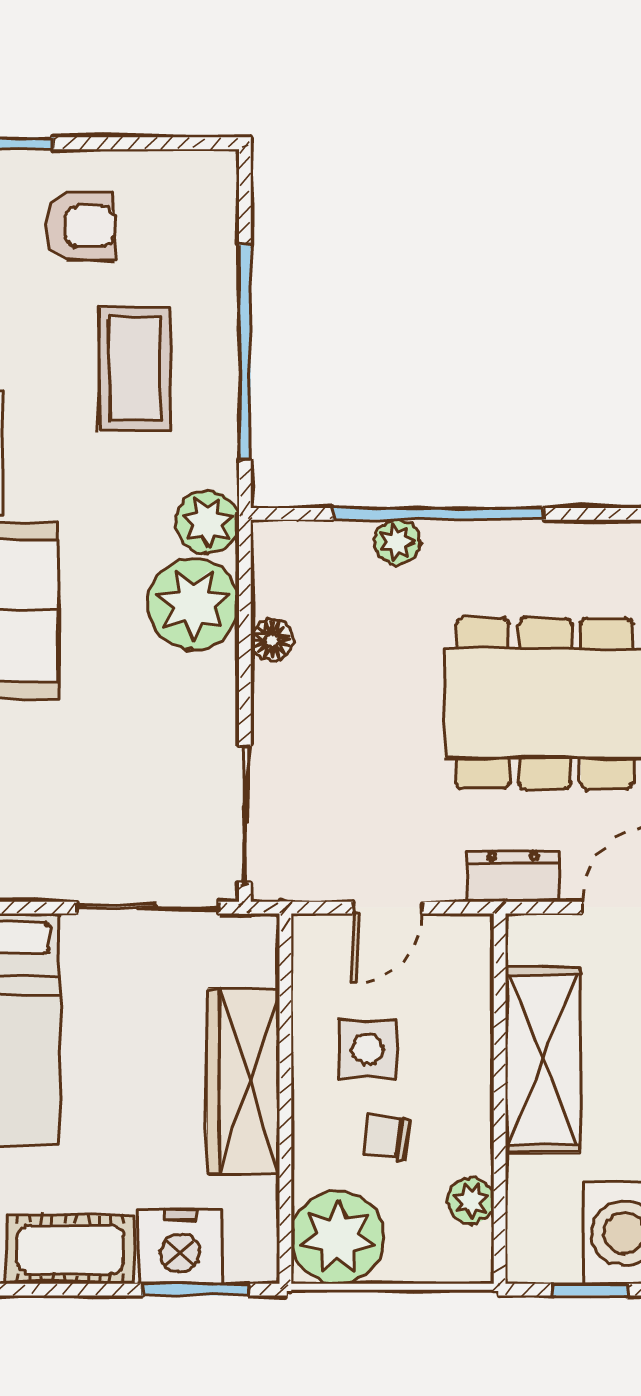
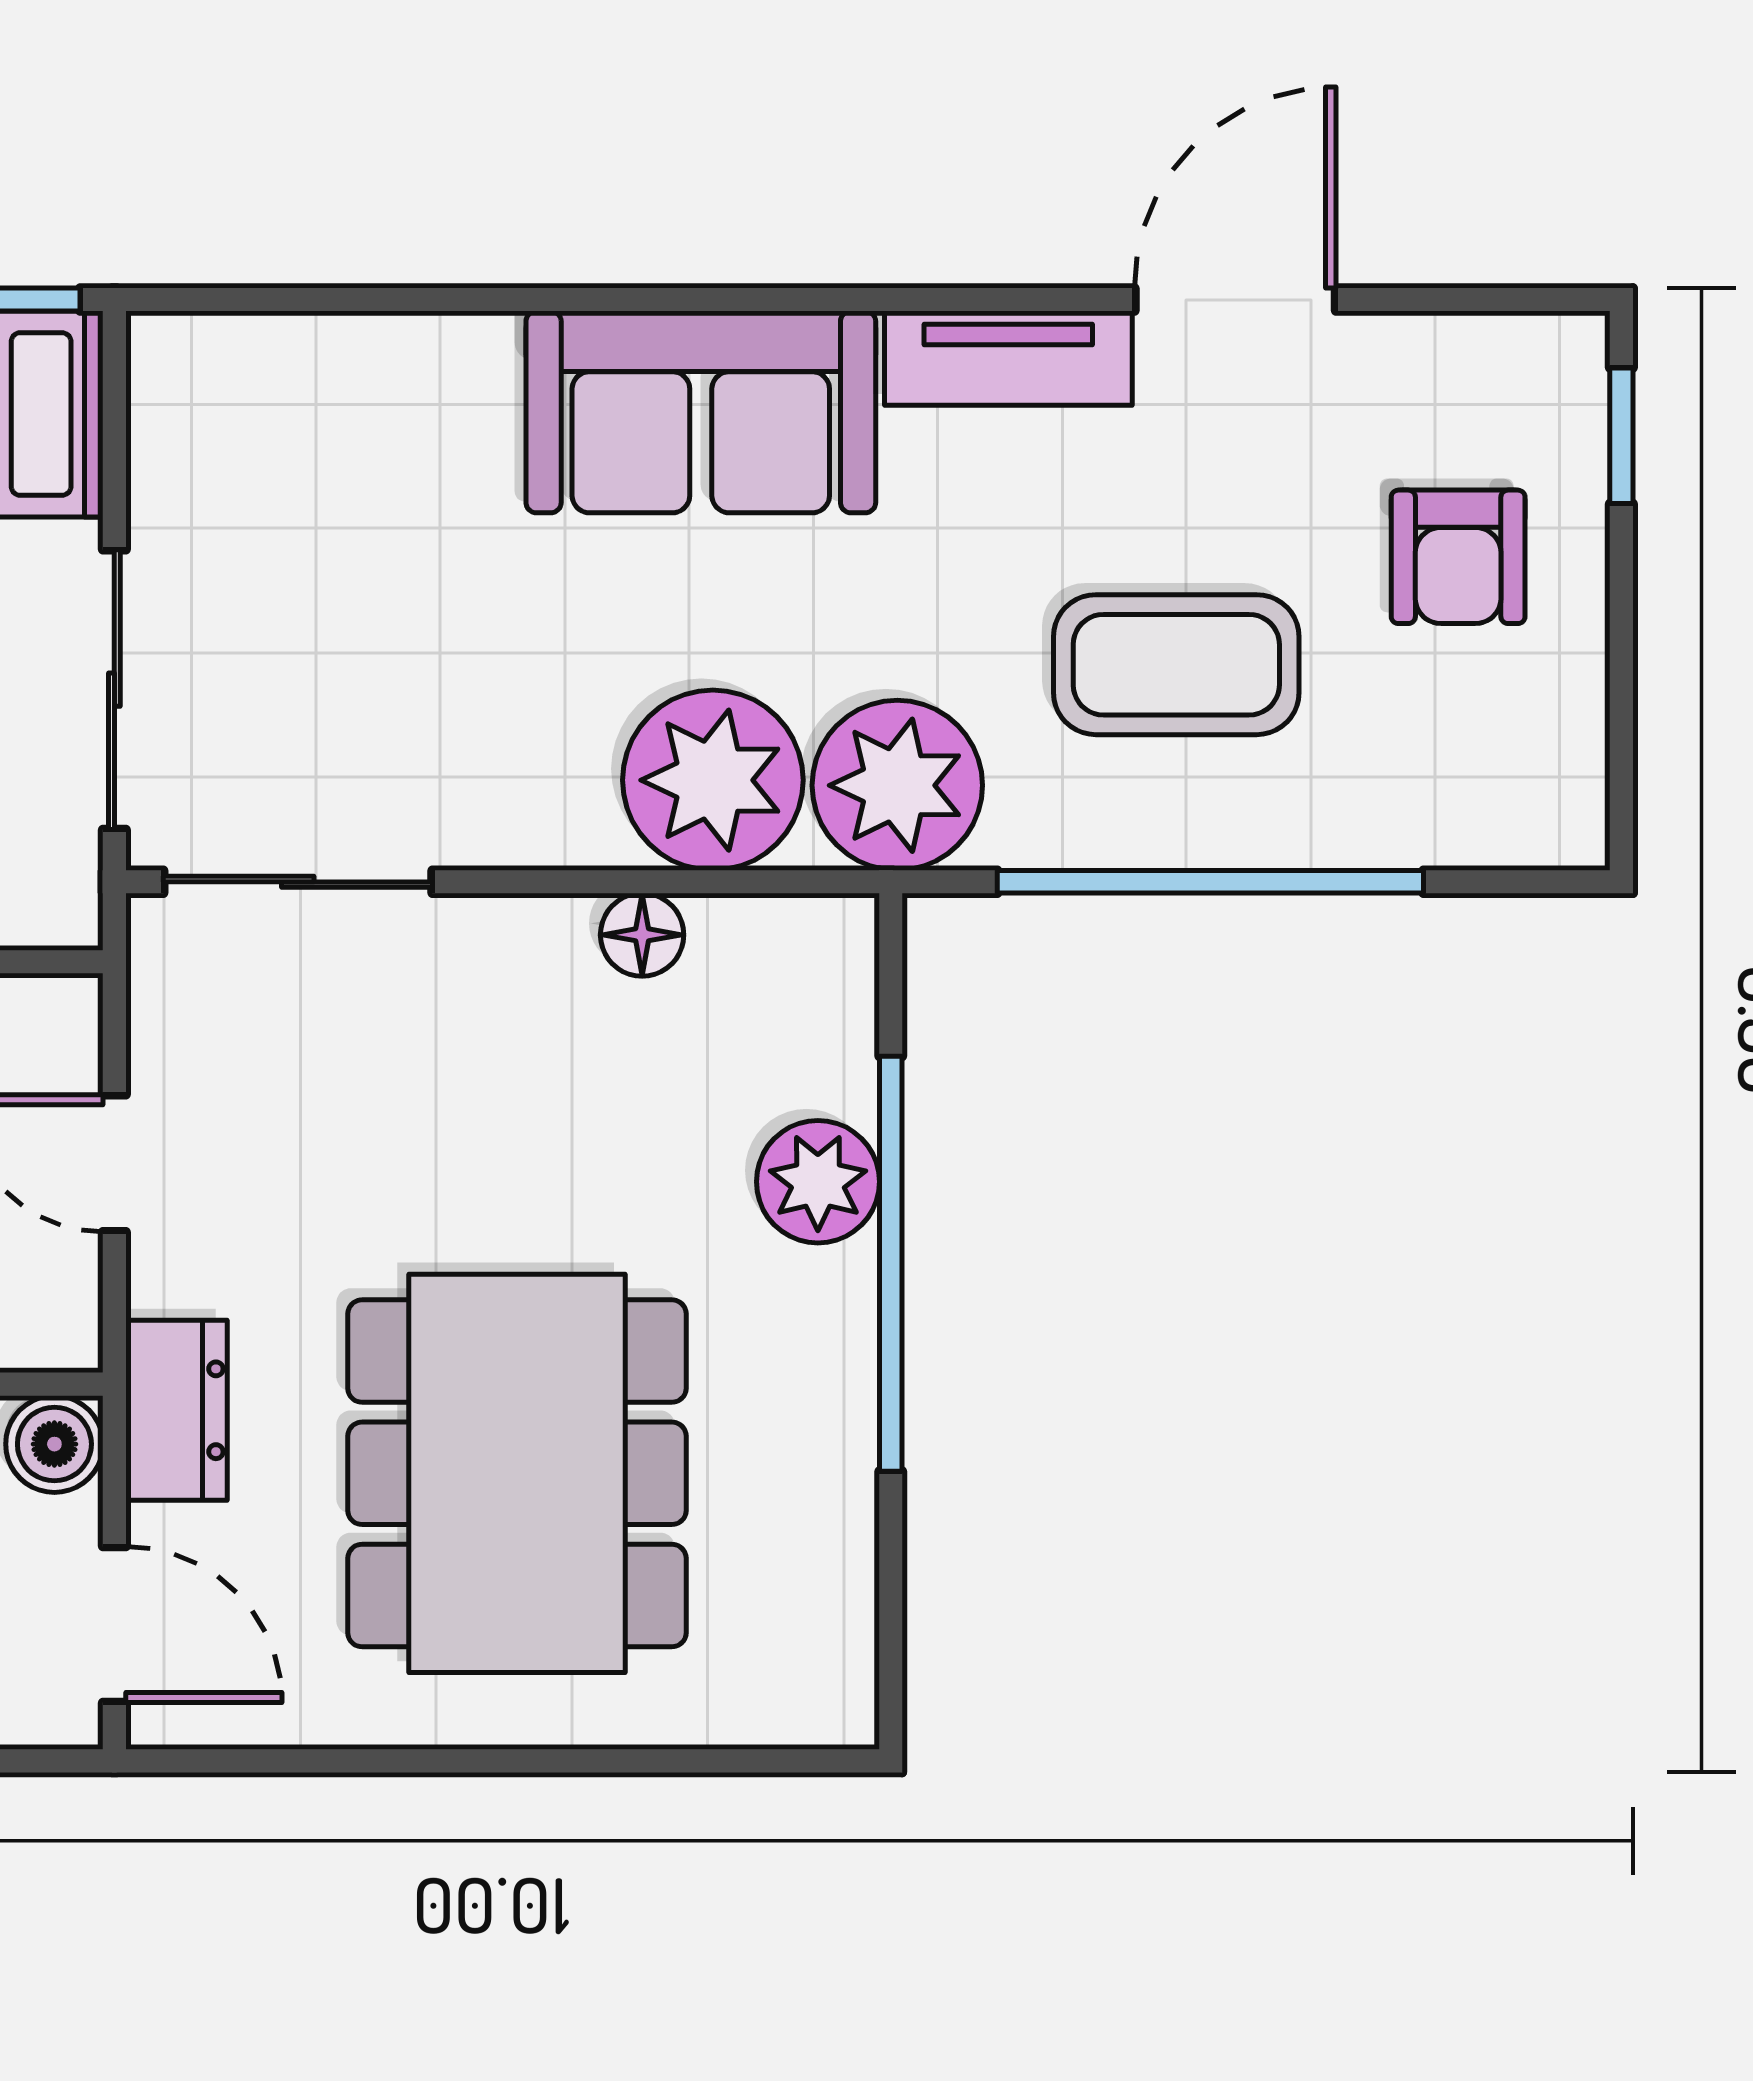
plant: (207, 522) -> (897, 785), width x1.36, depth x1.36
plant: (397, 542) -> (818, 1182), width x1.38, depth x1.38
boiler: (530, 938) -> (54, 1444), added

